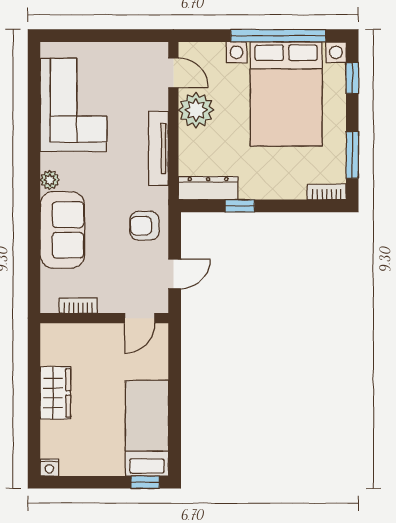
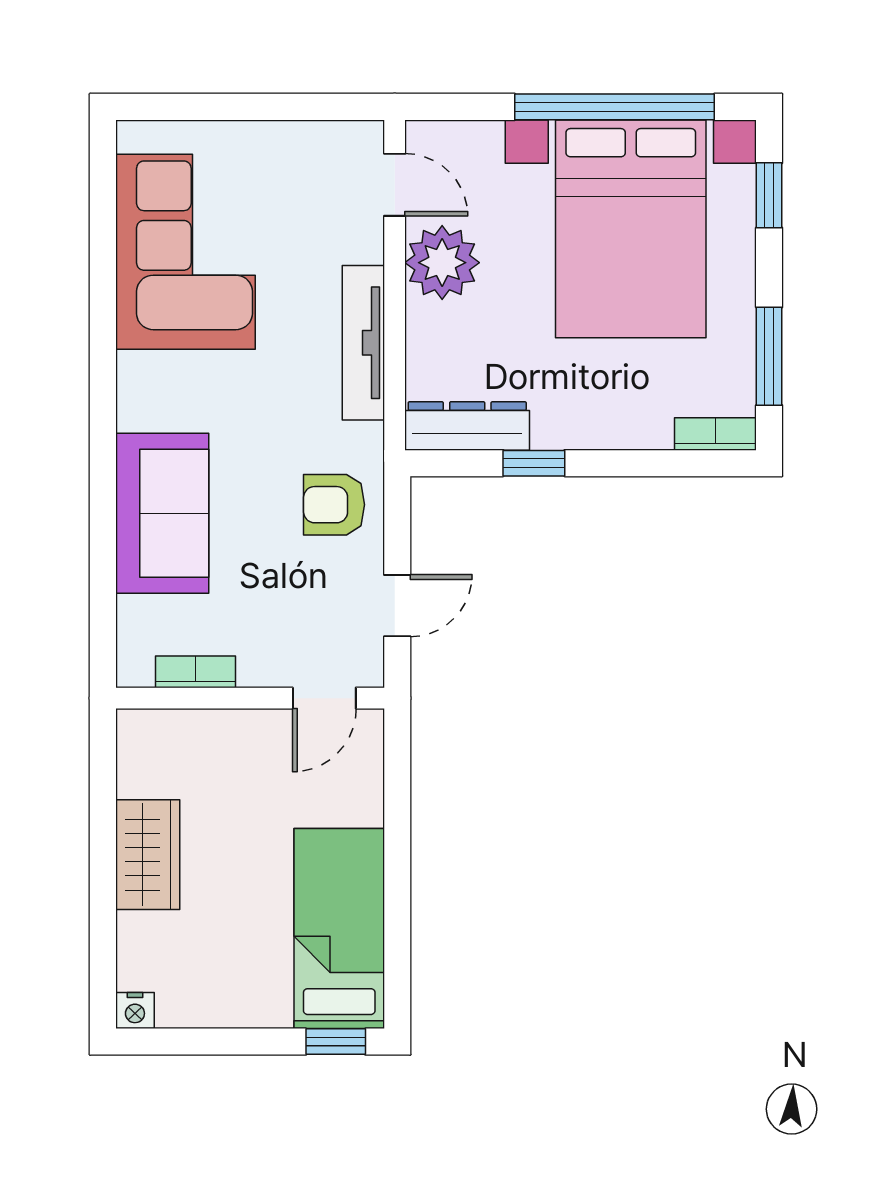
plant: (50, 180) -> (136, 409), removed

